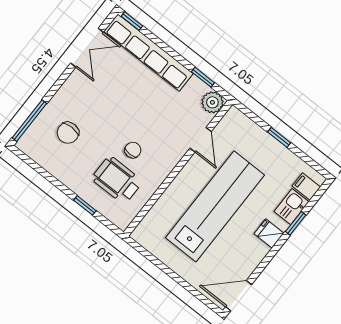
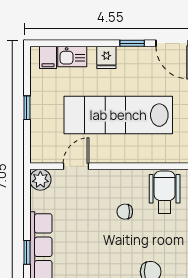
window: (203, 77) -> (27, 252), moved
wheelchair: (117, 180) -> (165, 192), moved, turned 180
window: (296, 223) -> (132, 43), moved

